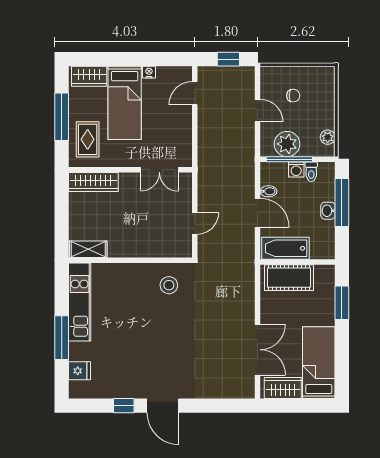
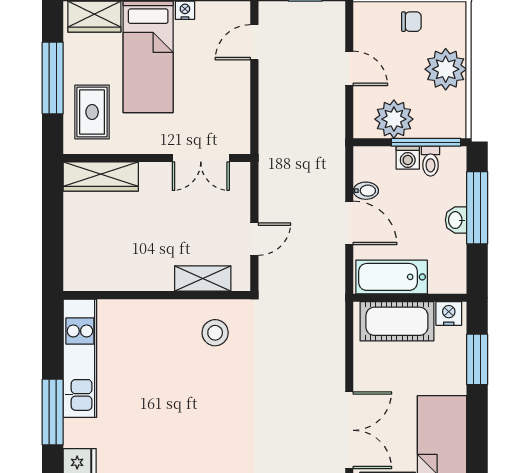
chair: (293, 96) -> (411, 22), moved
plant: (328, 137) -> (446, 69), moved, width x1.87, depth x1.87
window: (289, 159) -> (426, 142), moved
shelving: (88, 249) -> (203, 278), moved
nightstand: (323, 272) -> (449, 314), added

